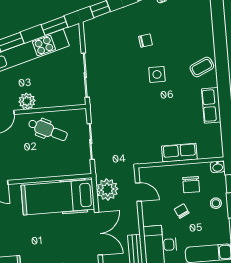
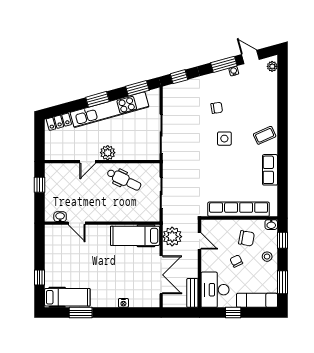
row of seats: (179, 153) -> (239, 209), width x2.02
chair: (191, 185) -> (247, 238), turned -80
hospital bed: (58, 197) -> (135, 236), width x0.73, depth x0.78

